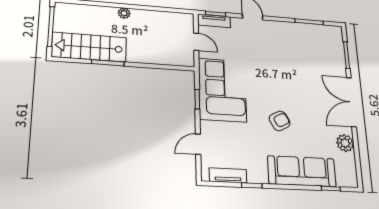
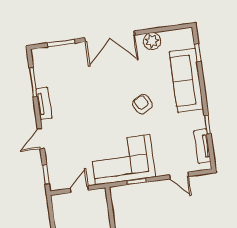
tv unit: (214, 21) -> (44, 104), moved

